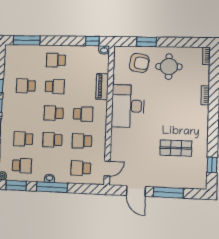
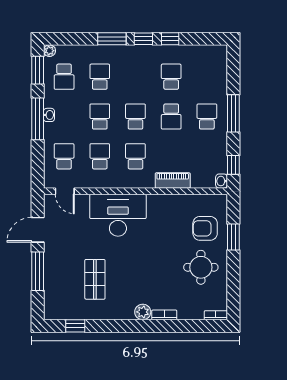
window: (27, 40) -> (233, 113), moved
armchair: (139, 63) -> (205, 228), turned 81
desk: (128, 106) -> (118, 215), moved
plant: (202, 112) -> (143, 312), added
school desk: (83, 114) -> (135, 156), turned 180

